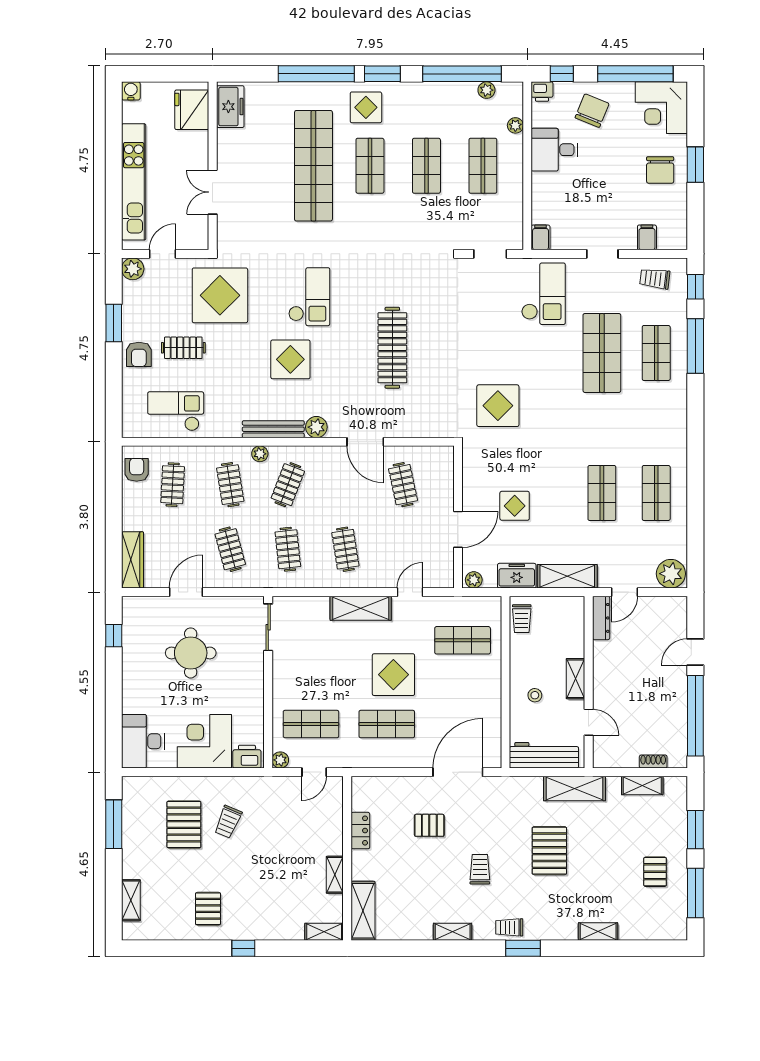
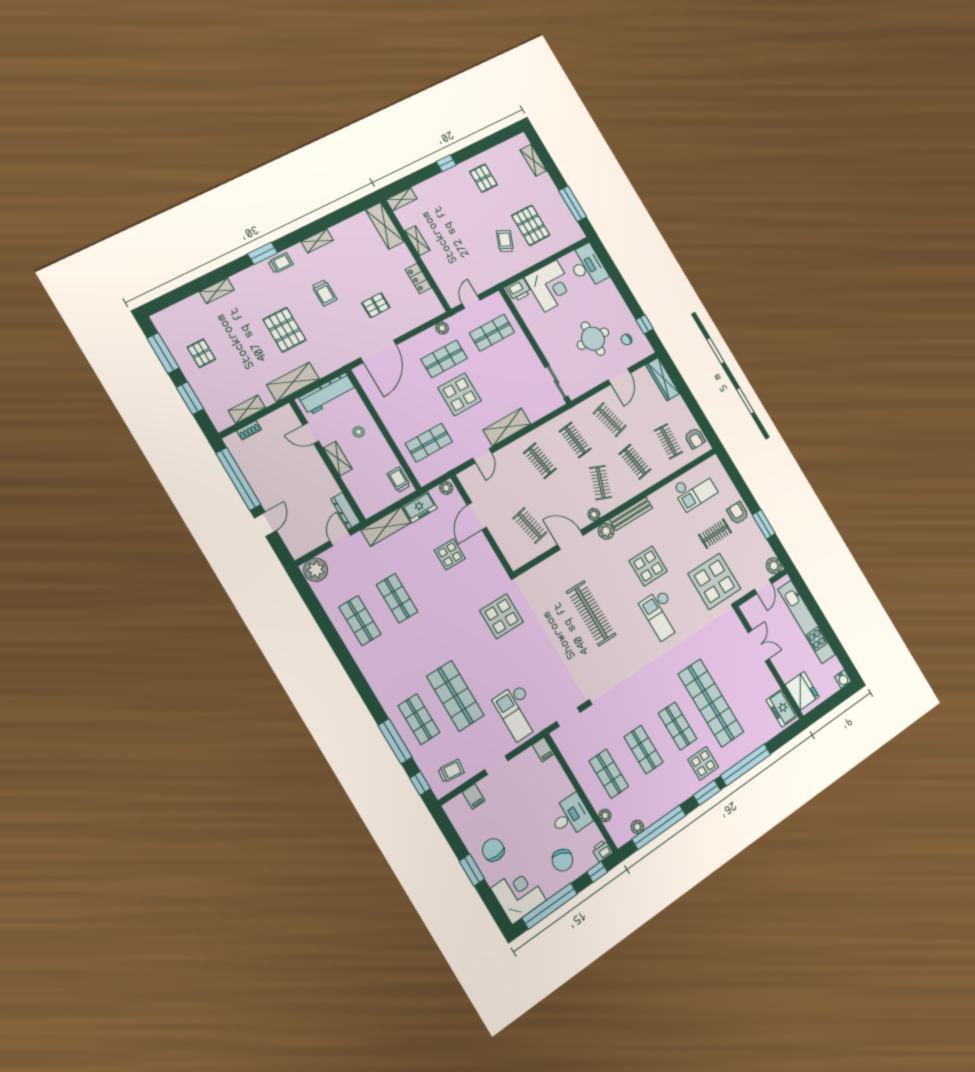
plant: (260, 454) -> (594, 514), moved
chair: (149, 630) -> (626, 340), added
plant: (280, 760) -> (442, 328), moved

